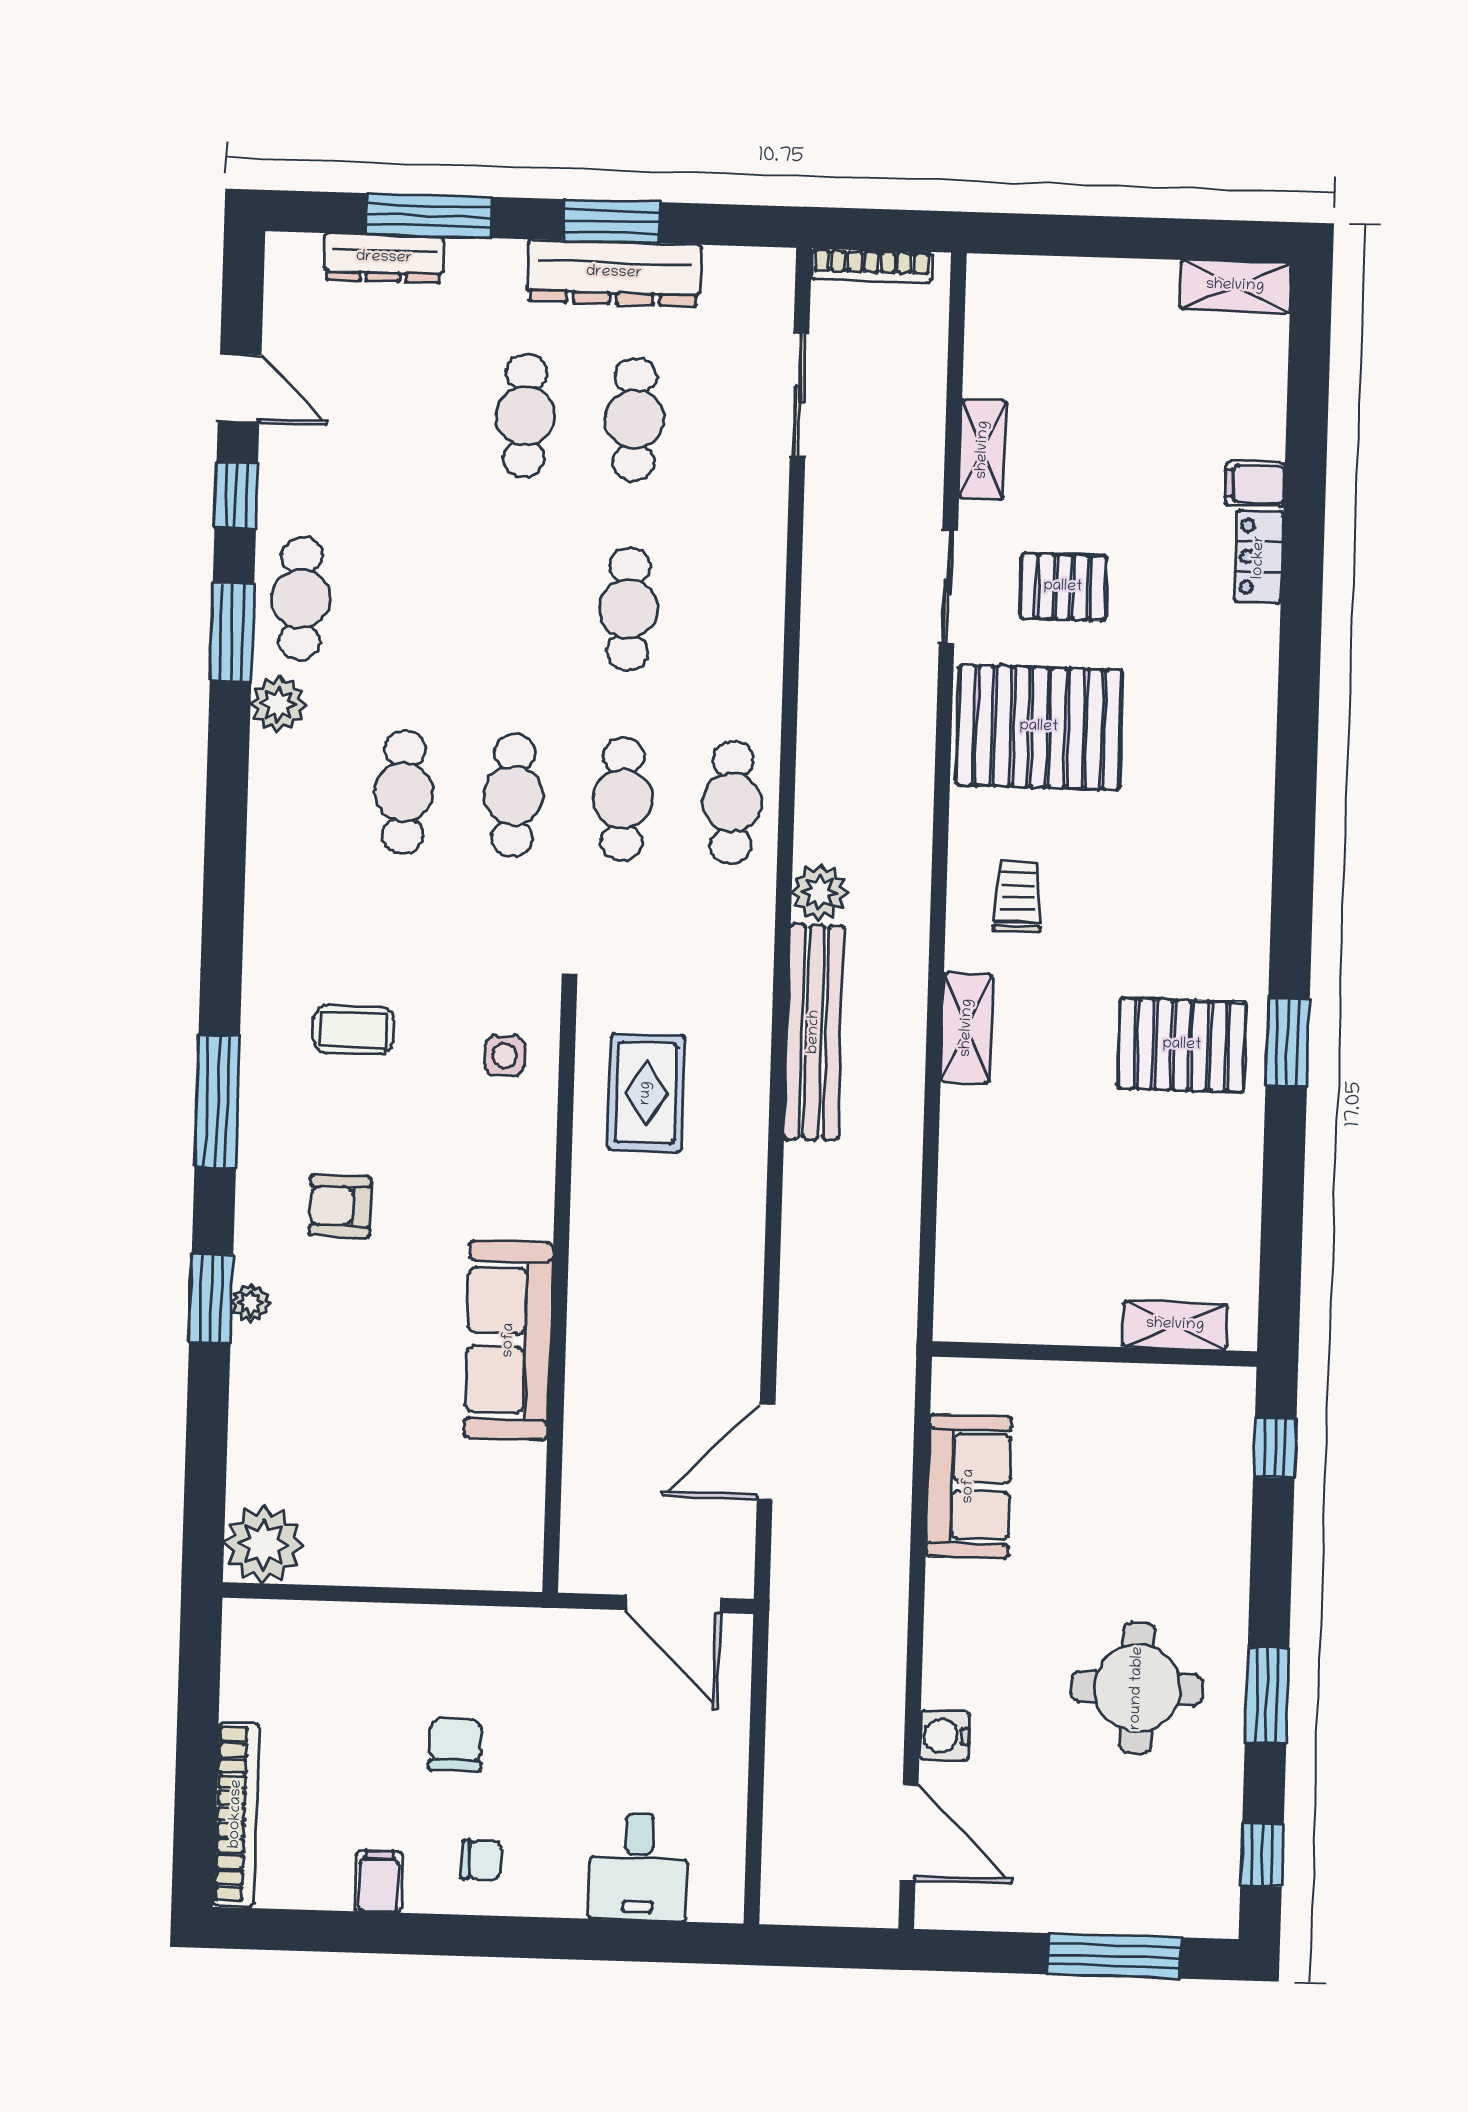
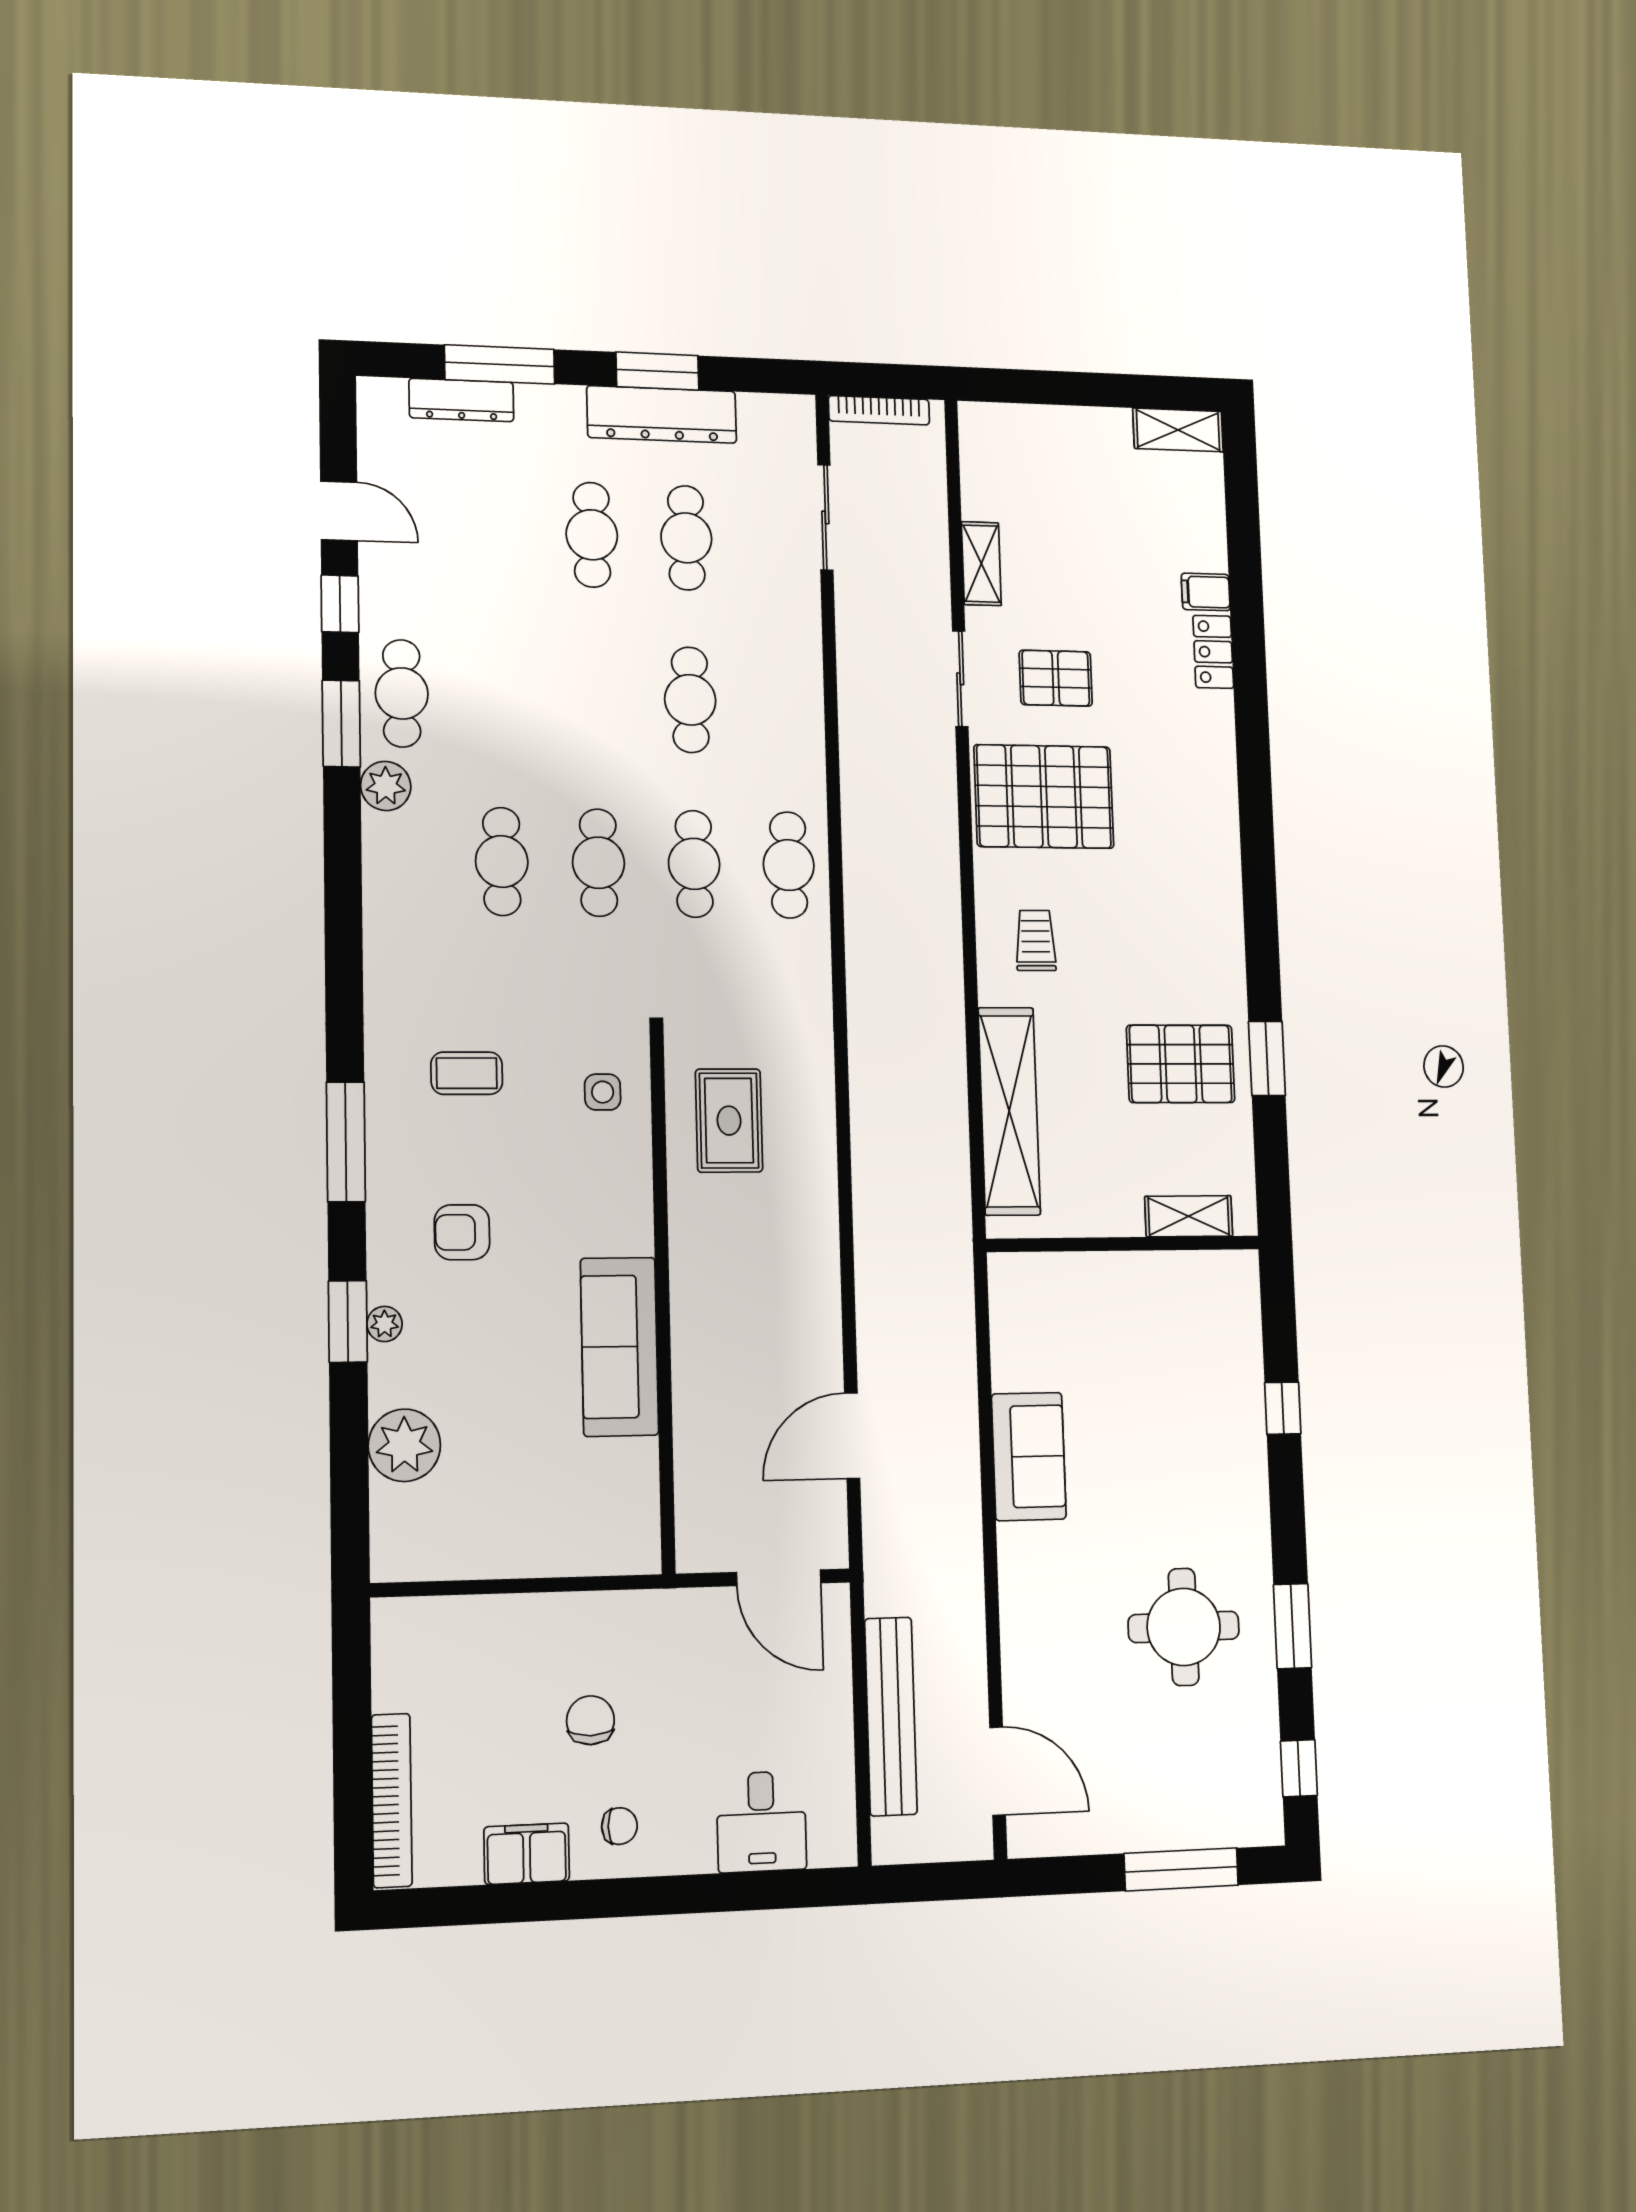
plant: (820, 892) -> (868, 941), removed
shelving: (967, 1028) -> (1009, 1111), width x2.20, depth x1.33
bench: (814, 1032) -> (891, 1716), moved
shelving: (1175, 1325) -> (1189, 1216), moved
wall: (1094, 1354) -> (1123, 1244), moved
plant: (263, 1544) -> (404, 1445), moved
water cooler: (945, 1736) -> (1023, 1681), removed
filing cabinet: (379, 1882) -> (527, 1854), width x2.00

